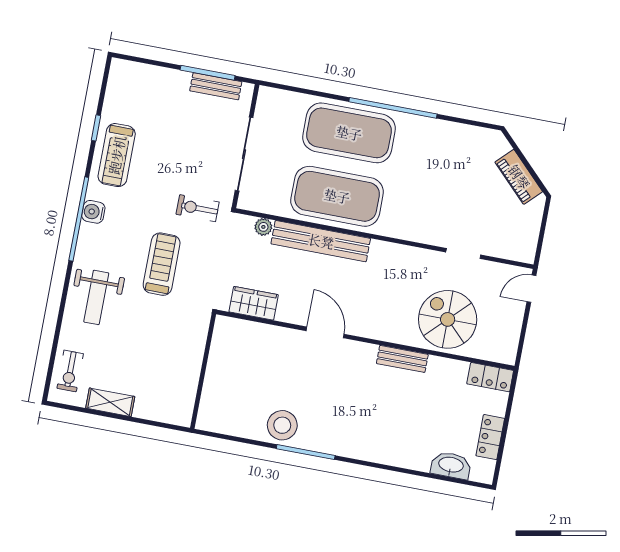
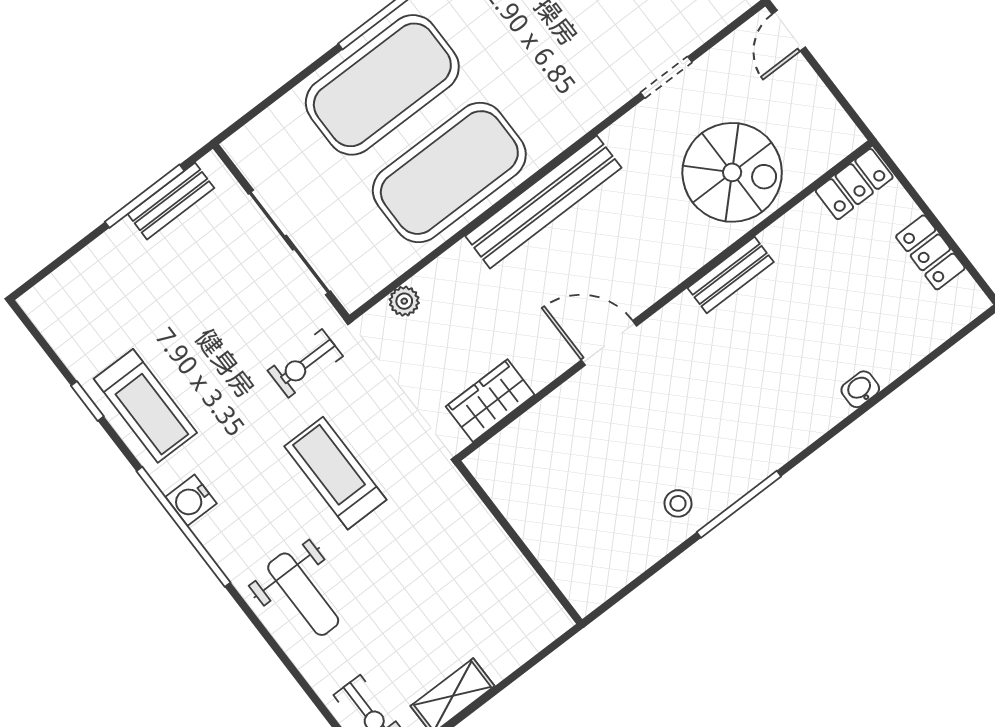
bench: (321, 241) -> (543, 202), moved
spiral stairs: (448, 319) -> (732, 172), turned 180
stool: (282, 425) -> (678, 503), width x0.53, depth x0.53
washbasin: (451, 465) -> (860, 389), moved, width x0.52, depth x0.69

